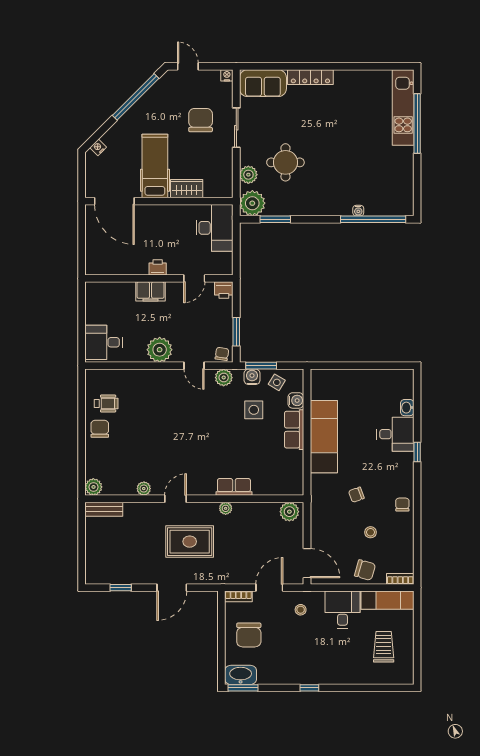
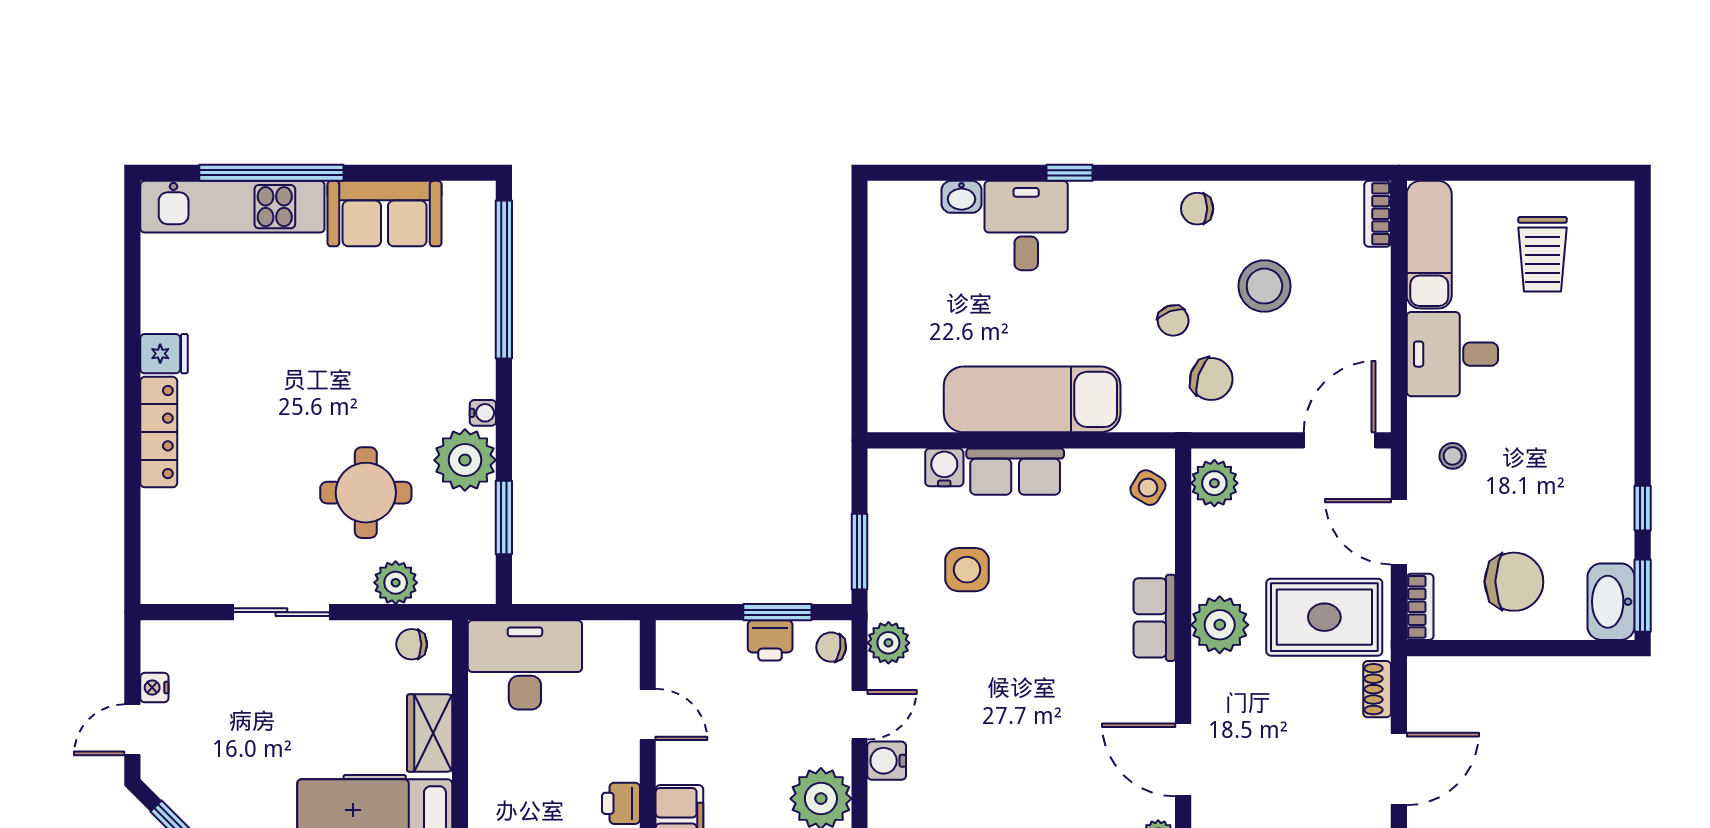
nightstand: (227, 75) -> (154, 688), moved
fridge: (343, 79) -> (164, 354), added
sofa: (263, 83) -> (385, 214), moved, turned 90
chair: (201, 120) -> (412, 644), moved, width x0.54, depth x0.54
plant: (252, 203) -> (465, 460), moved
water cooler: (358, 211) -> (483, 413), moved
printer: (224, 290) -> (770, 640), moved, turned 90
water cooler: (252, 377) -> (887, 761), moved
side table: (277, 382) -> (1148, 488), moved
door: (175, 499) -> (1183, 760), width x1.38
plant: (226, 508) -> (1220, 625), width x1.87, depth x1.87
stool: (371, 532) -> (1264, 286), width x1.89, depth x1.89
rug: (190, 542) -> (1324, 617), moved, turned 90
chair: (365, 570) -> (1211, 379), moved, turned 92
shoe rack: (205, 579) -> (1377, 689), added
door: (172, 588) -> (1399, 769), hinge flipped
trolley: (384, 647) -> (1542, 254), turned -90
window: (309, 688) -> (1643, 508), moved

